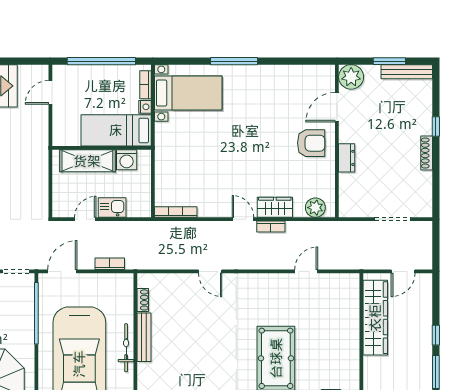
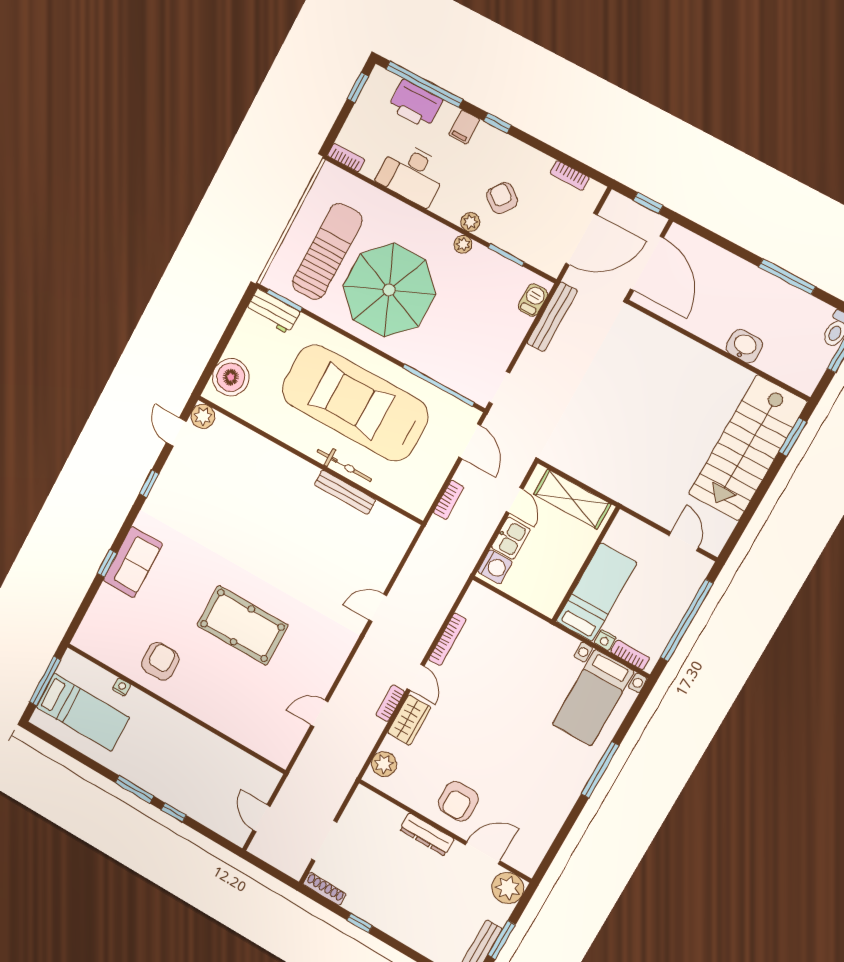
door: (337, 107) -> (483, 853), hinge flipped
window: (436, 127) -> (360, 923), moved
shoe rack: (427, 153) -> (325, 889), moved
dresser: (347, 158) -> (427, 834), width x1.44
washing machine: (127, 160) -> (495, 567), moved, turned 180
shelving: (87, 161) -> (572, 499), moved, turned 90
bookcase: (176, 212) -> (447, 639), moved
door: (243, 219) -> (416, 677), hinge flipped
door: (306, 271) -> (319, 713), swing flipped
shoe rack: (143, 300) -> (387, 514), removed
wardrobe: (375, 318) -> (228, 759), removed

